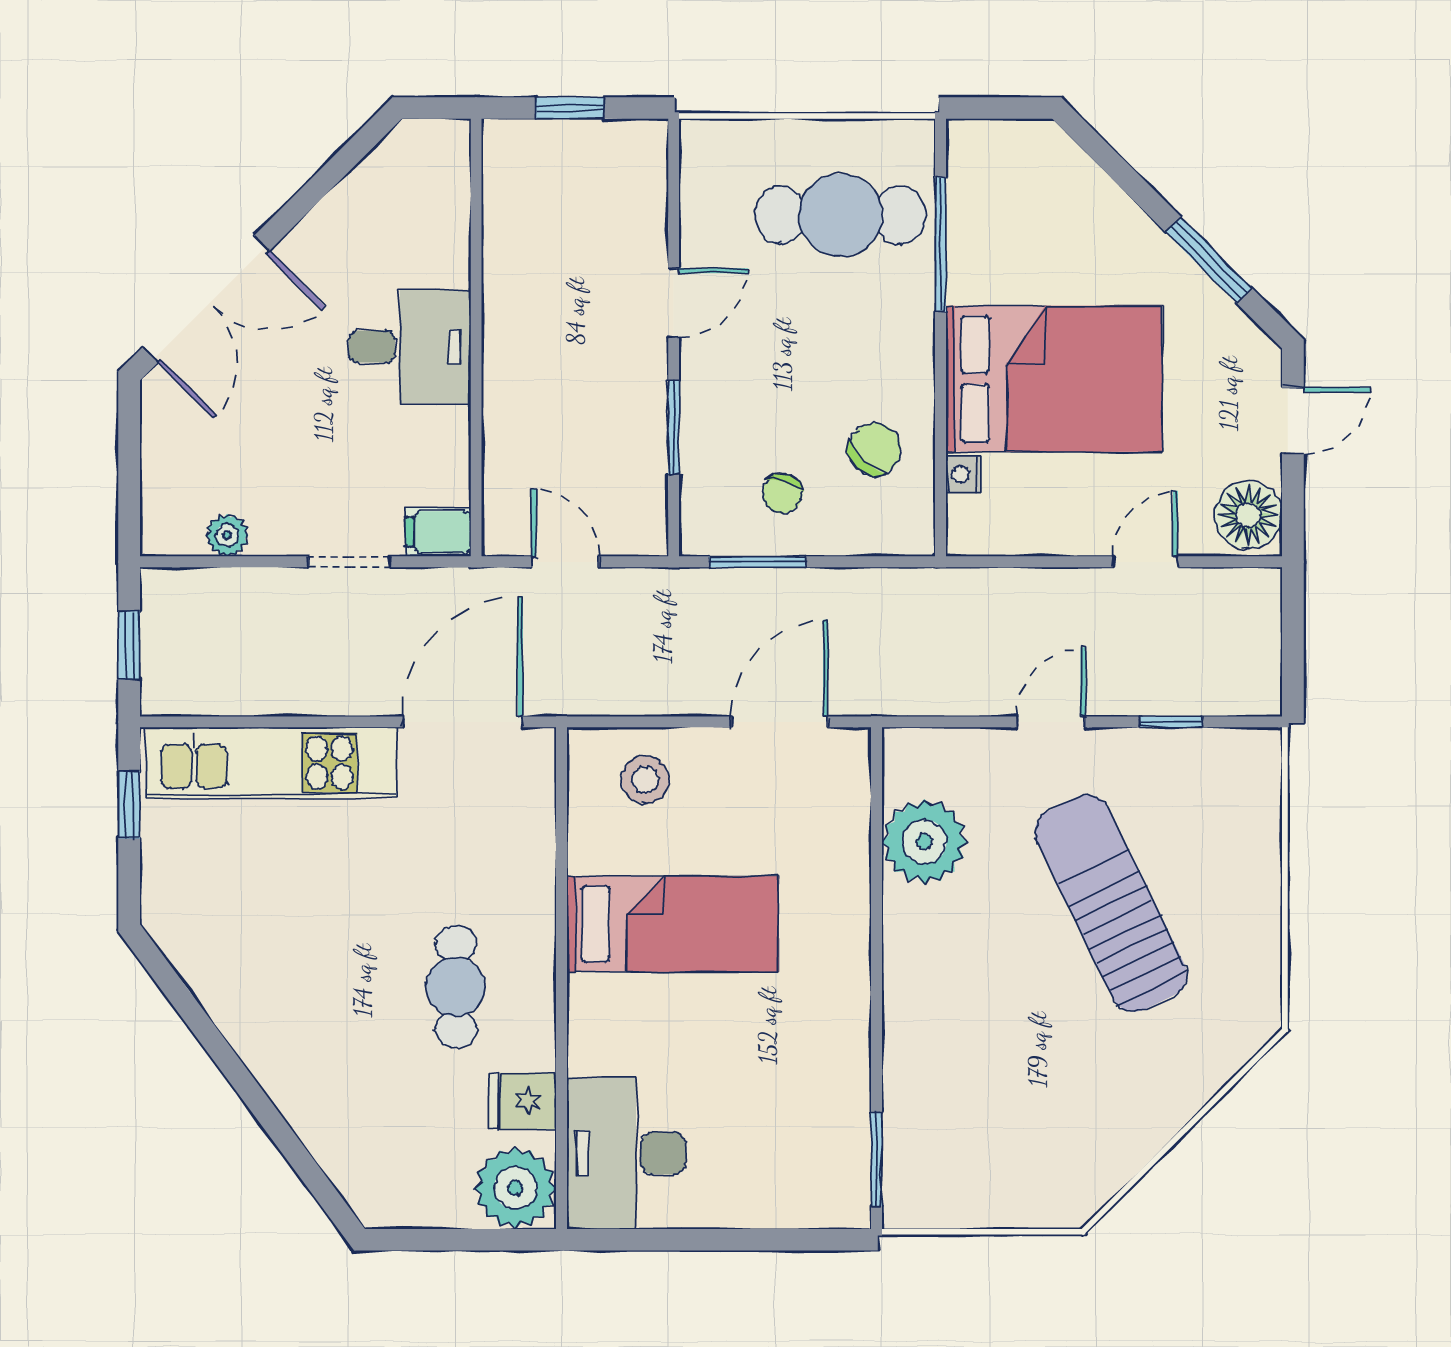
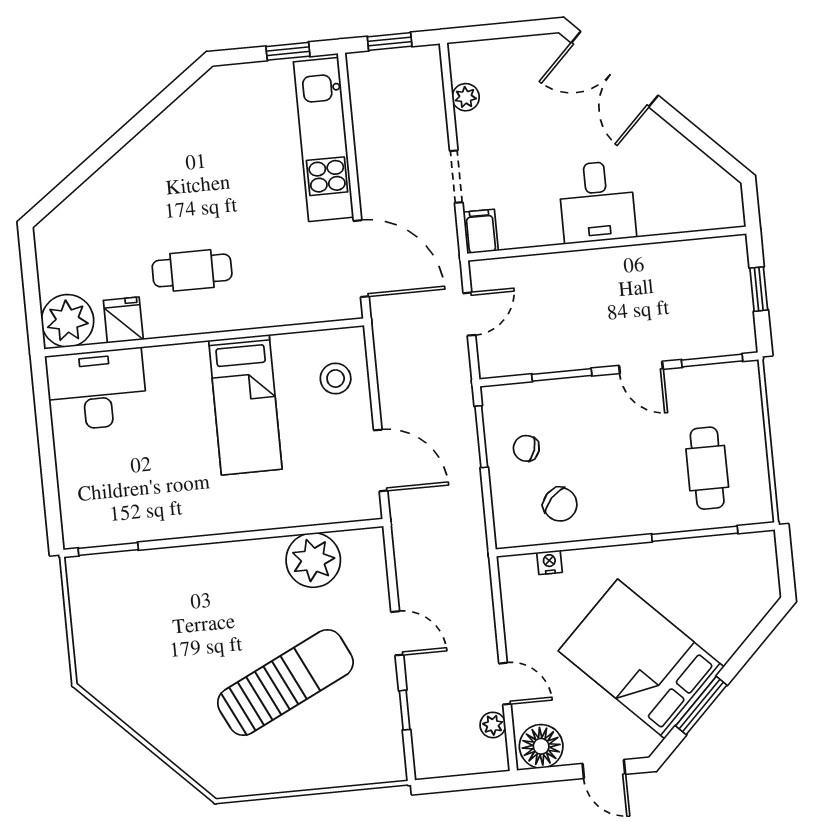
window: (674, 191) -> (712, 360), added
cafe table: (840, 215) -> (707, 468), width x0.73, depth x0.74
bed: (1054, 379) -> (641, 659), moved, turned 135
plant: (1208, 587) -> (493, 725), added

